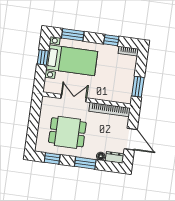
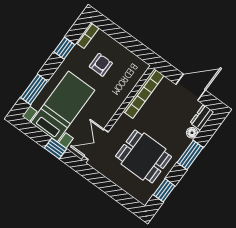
window: (43, 57) -> (55, 148), moved
armchair: (113, 71) -> (101, 65), added
window: (138, 87) -> (135, 46), removed
double door: (74, 98) -> (96, 144), moved
dining table: (67, 132) -> (143, 156), turned 90

